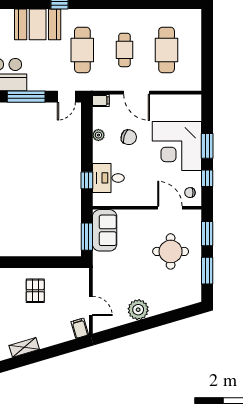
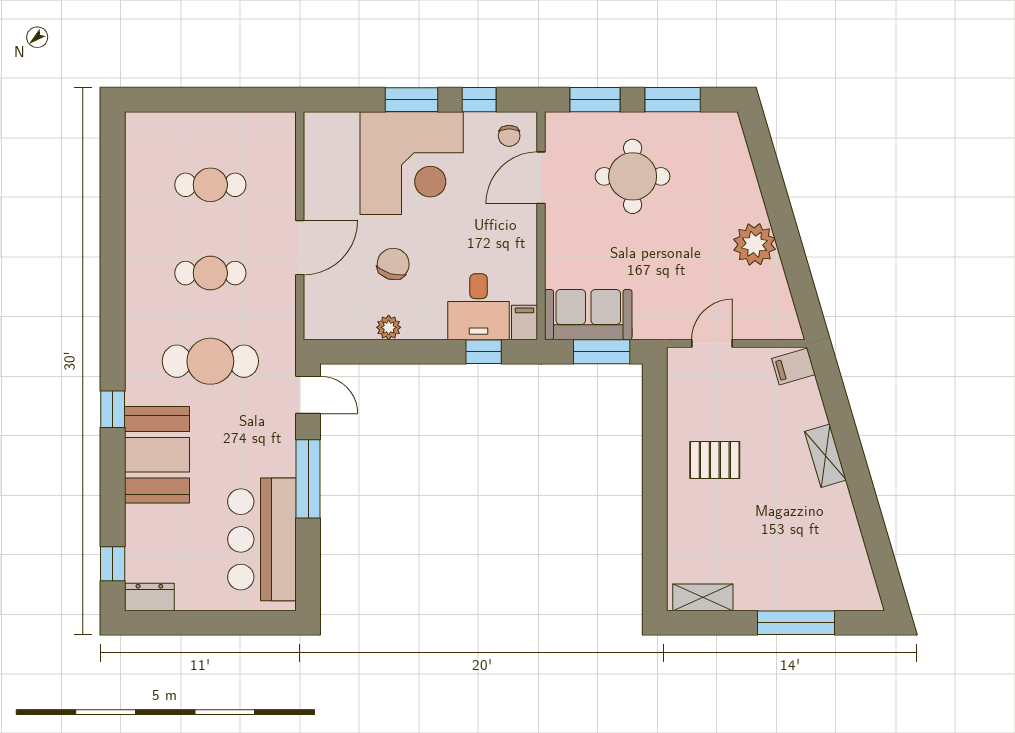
cafe table: (167, 50) -> (210, 185), width x0.73, depth x0.74
filing cabinet: (101, 100) -> (524, 322), moved
door: (91, 306) -> (712, 343), moved
shelving: (24, 347) -> (825, 456), moved

